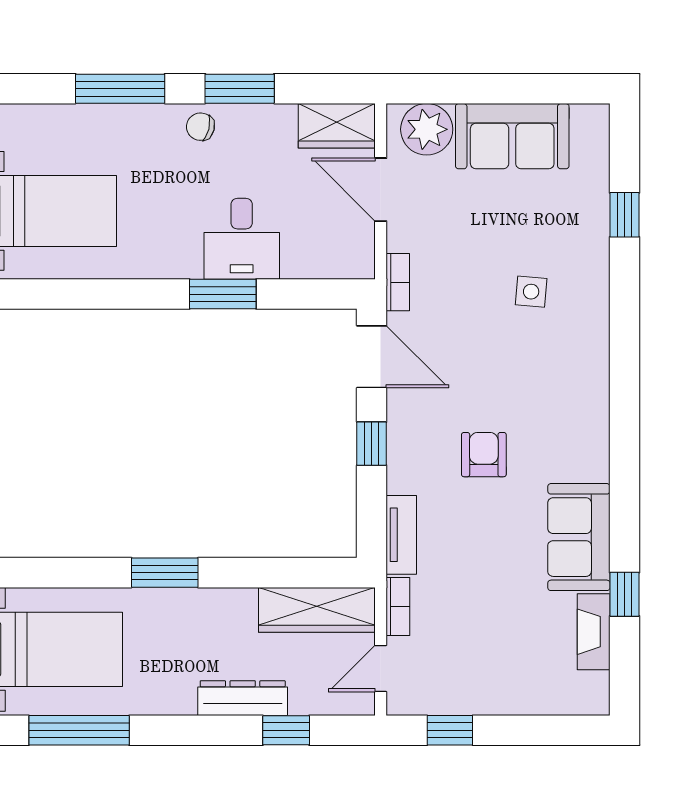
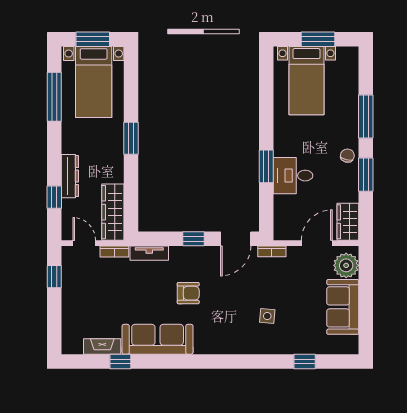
sofa: (579, 537) -> (158, 339), width x1.36

